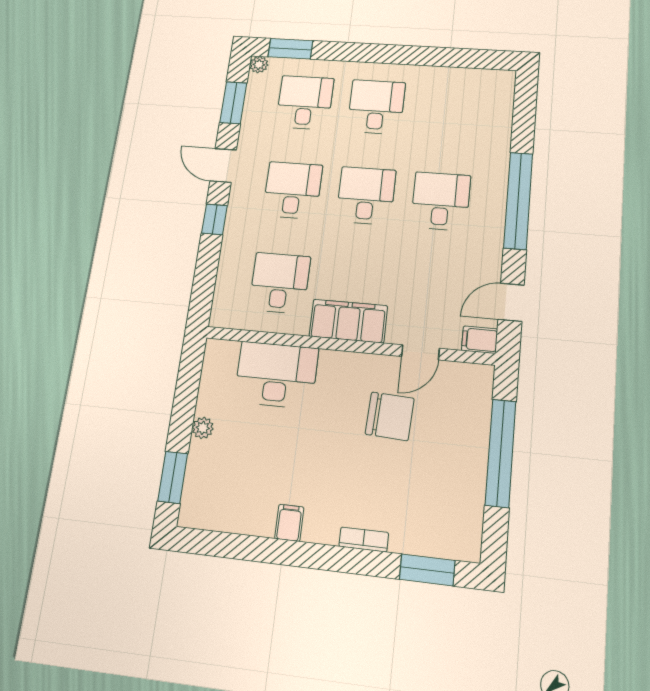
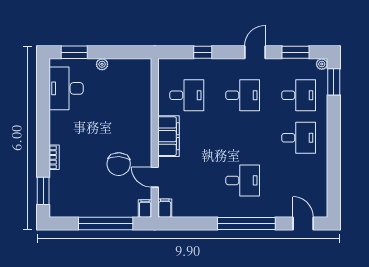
desk: (366, 196) -> (243, 138), removed
window: (214, 219) -> (203, 52), moved
door: (511, 302) -> (303, 223), moved
desk: (276, 375) -> (66, 88), moved, turned 180
filing cabinet: (289, 523) -> (145, 208), moved, turned -90

